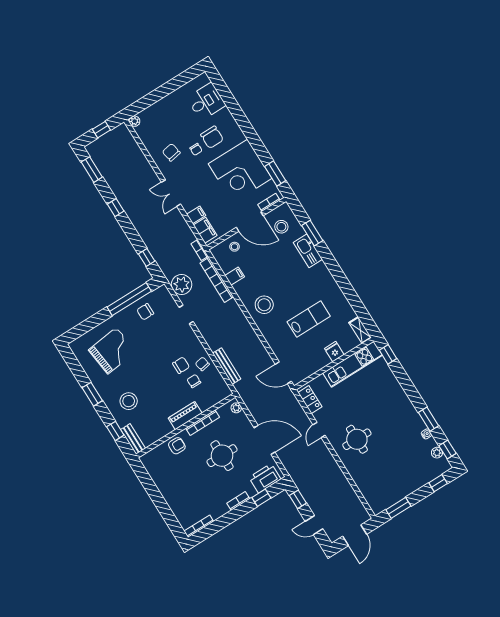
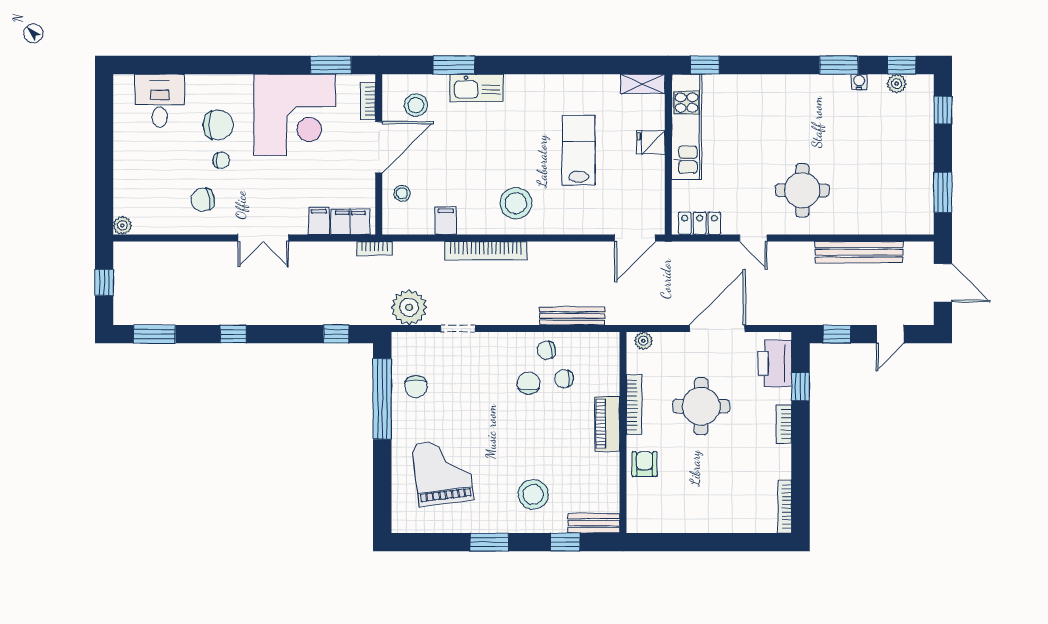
bookcase: (217, 280) -> (486, 251), moved
bench: (344, 485) -> (859, 252), added

